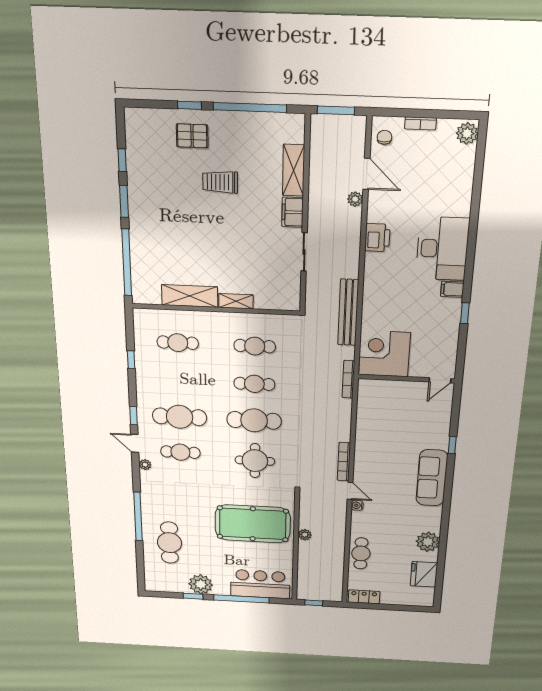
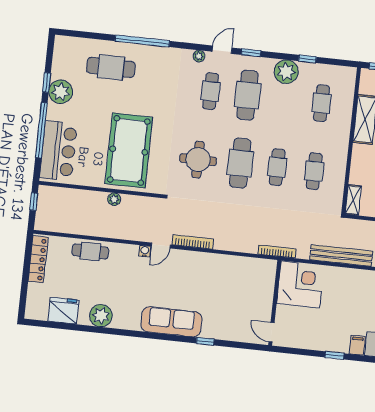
shelving: (236, 301) -> (353, 200), moved
plant: (148, 380) -> (286, 72), added
locker: (364, 597) -> (38, 259), width x1.53

